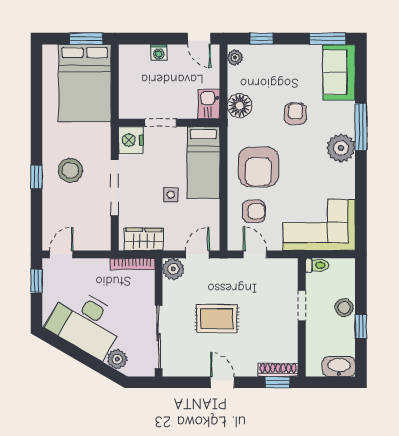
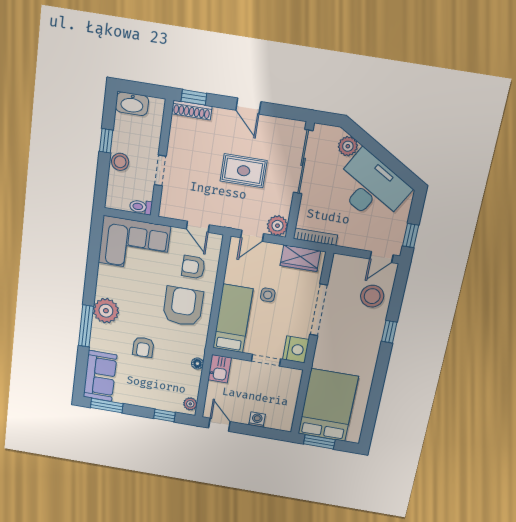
floor lamp: (240, 106) -> (197, 364), width x0.53, depth x0.53
stool: (70, 170) -> (372, 296), moved

